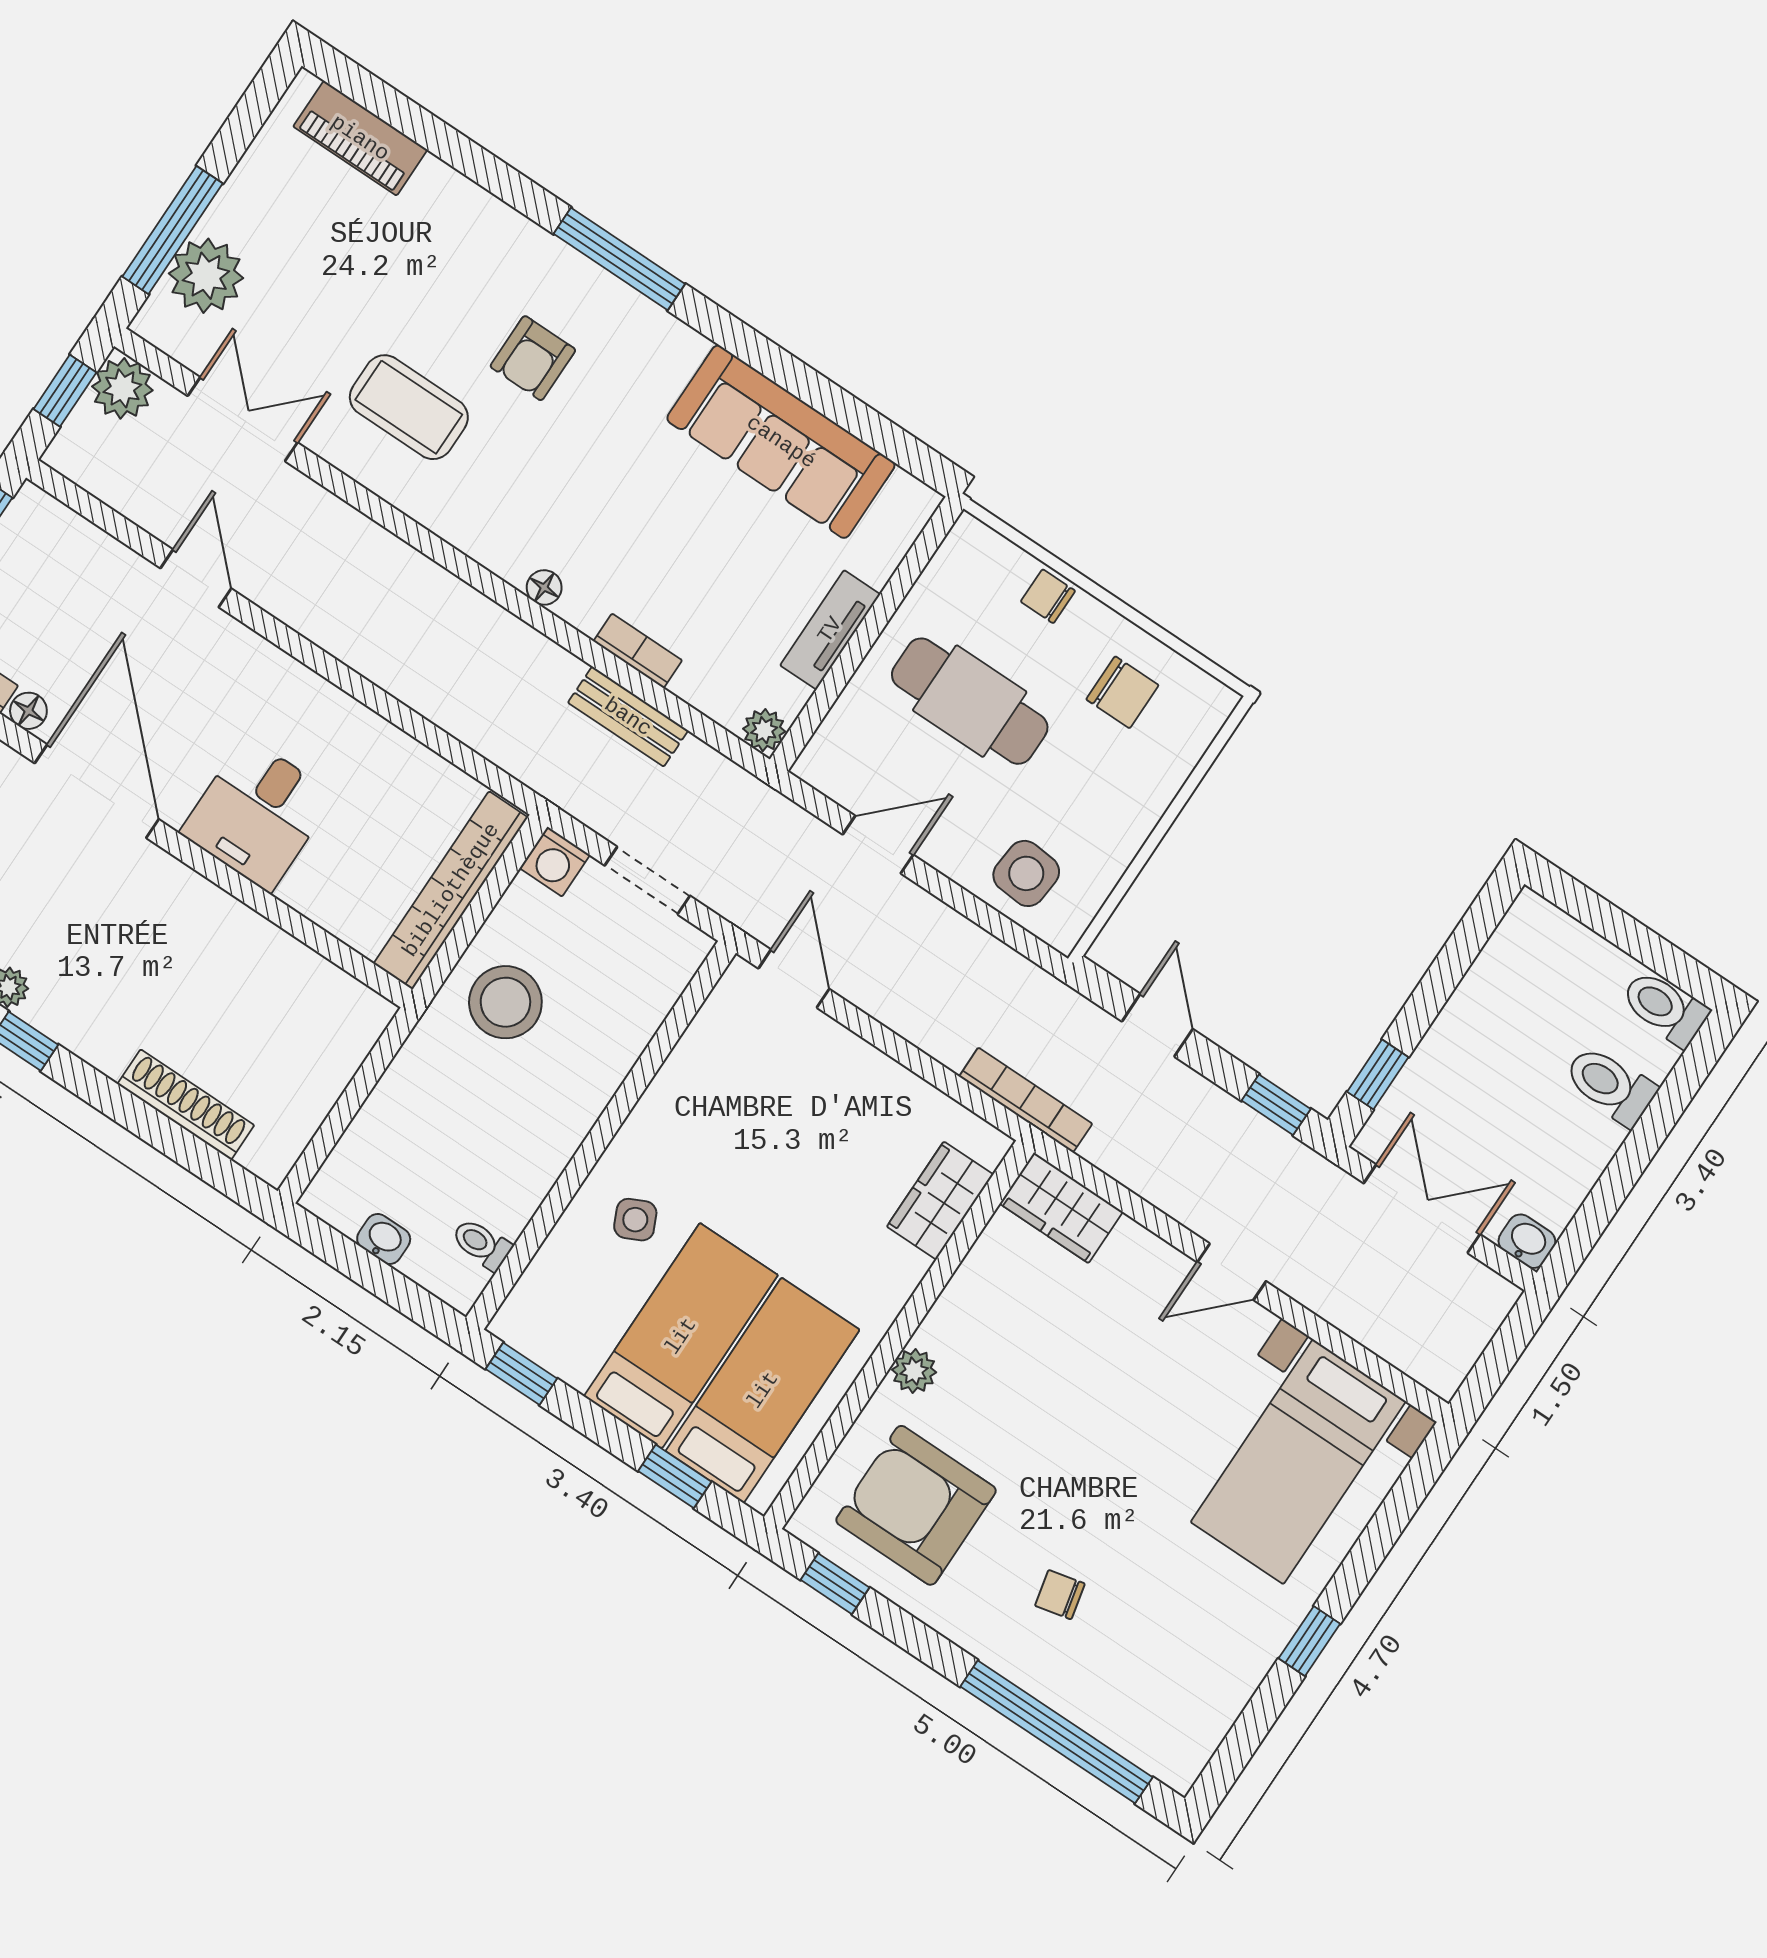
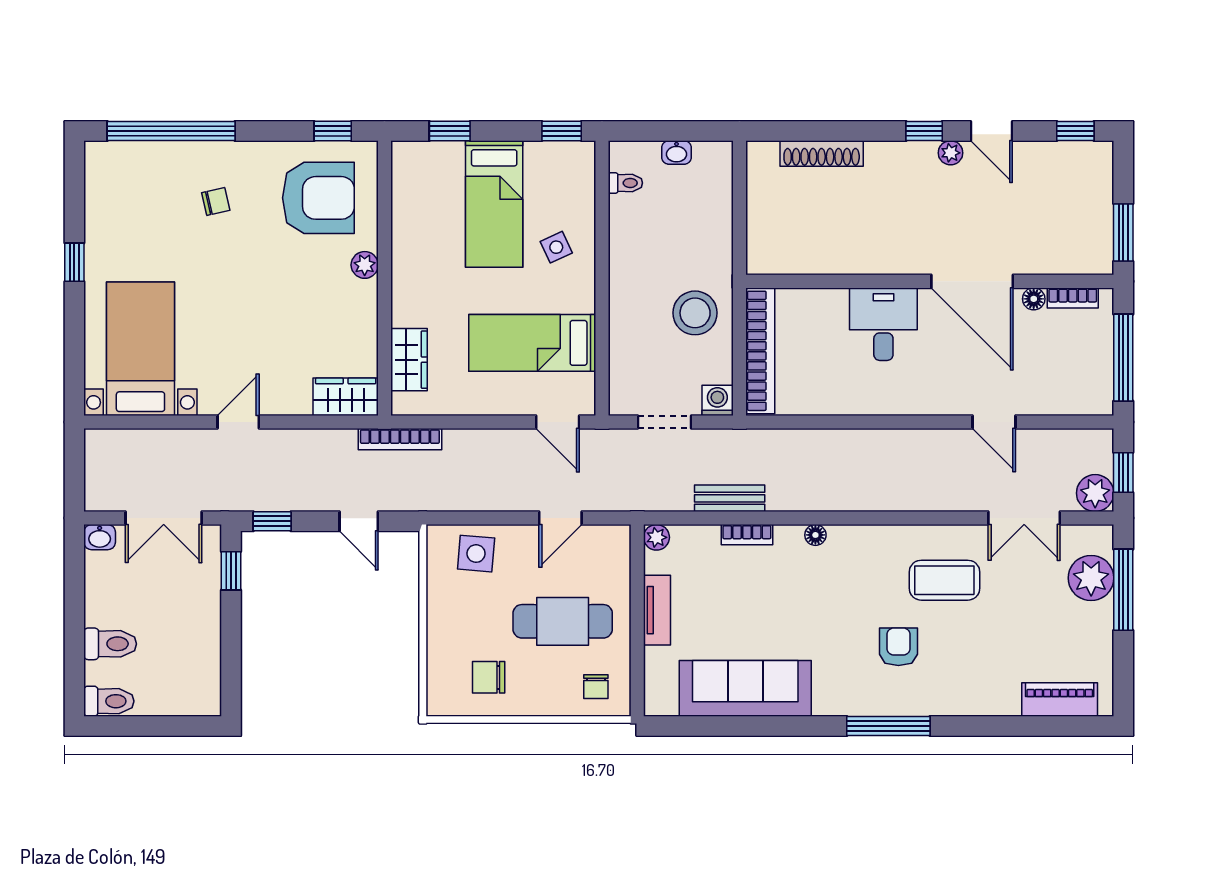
chair: (1048, 596) -> (596, 687), moved, turned 90
bed: (763, 1390) -> (532, 343), moved, turned 90

